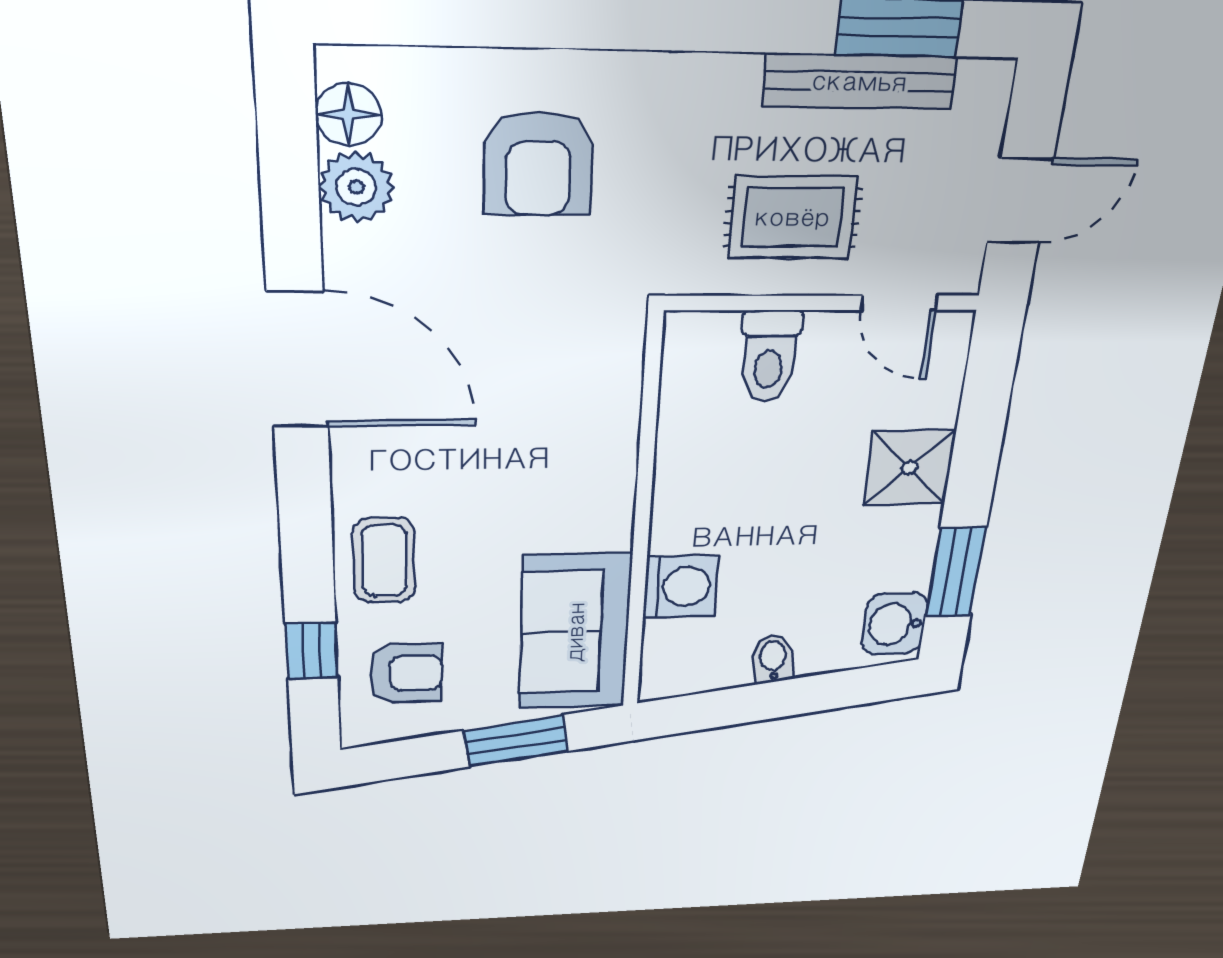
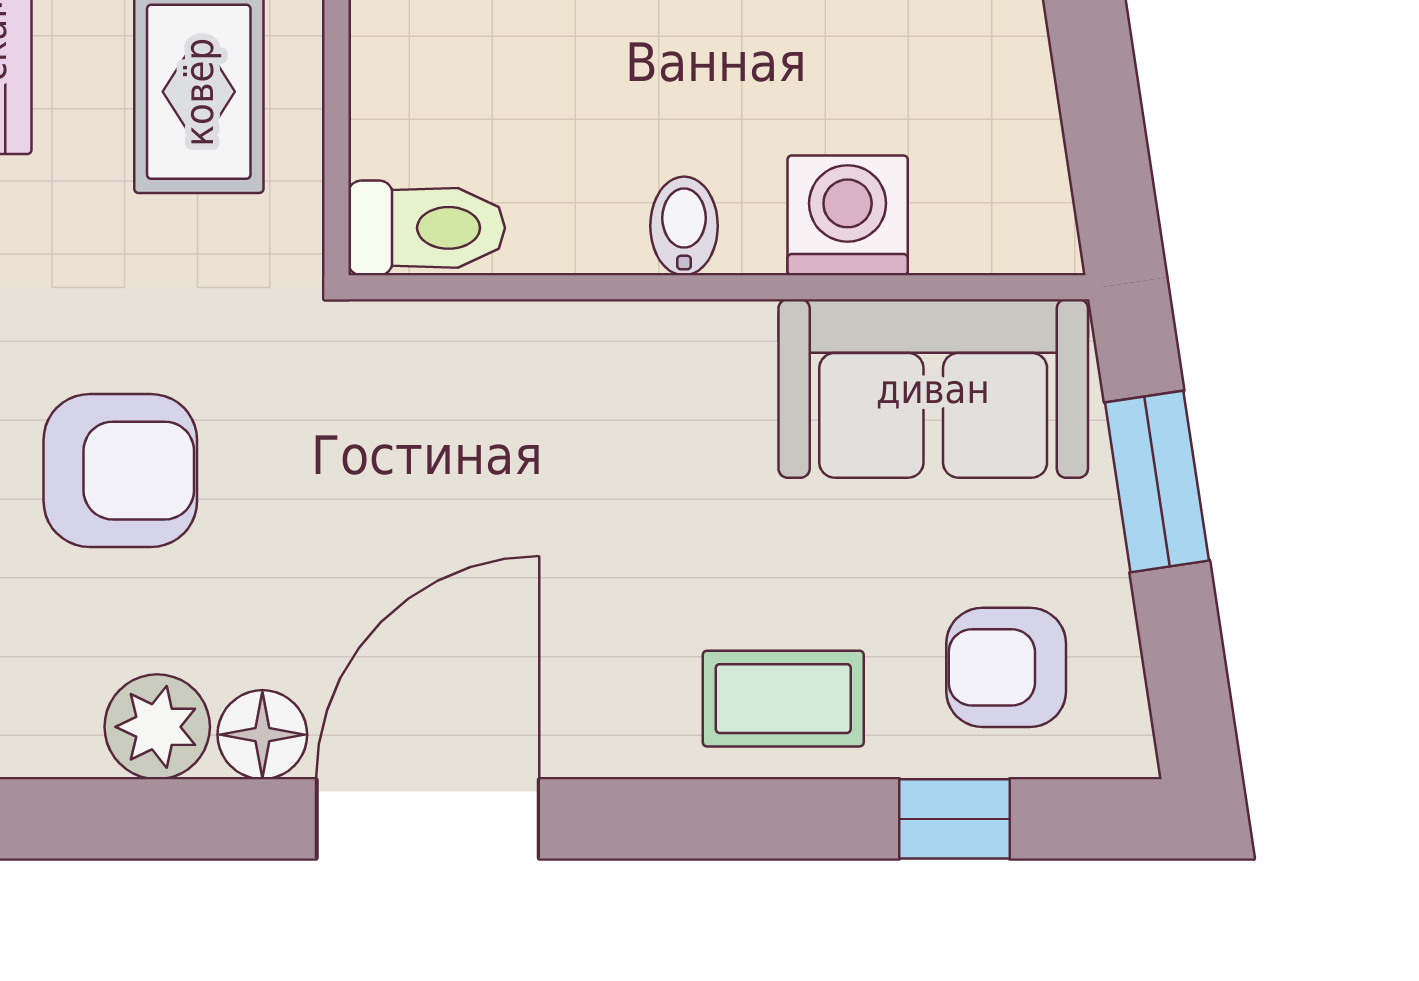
floor lamp: (348, 115) -> (262, 735), moved
toilet: (769, 356) -> (427, 228), moved
bidet: (773, 659) -> (684, 226), moved, turned 99
armchair: (406, 673) -> (1006, 667), turned -90

